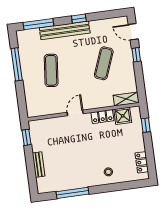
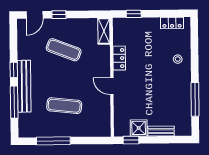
window: (38, 24) -> (14, 102), moved
shower: (123, 116) -> (139, 128), moved

